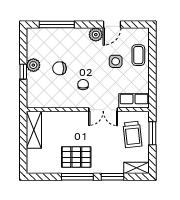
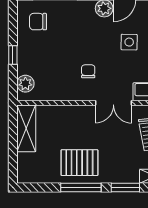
plant: (33, 65) -> (25, 84), moved
chair: (60, 68) -> (38, 22), moved

